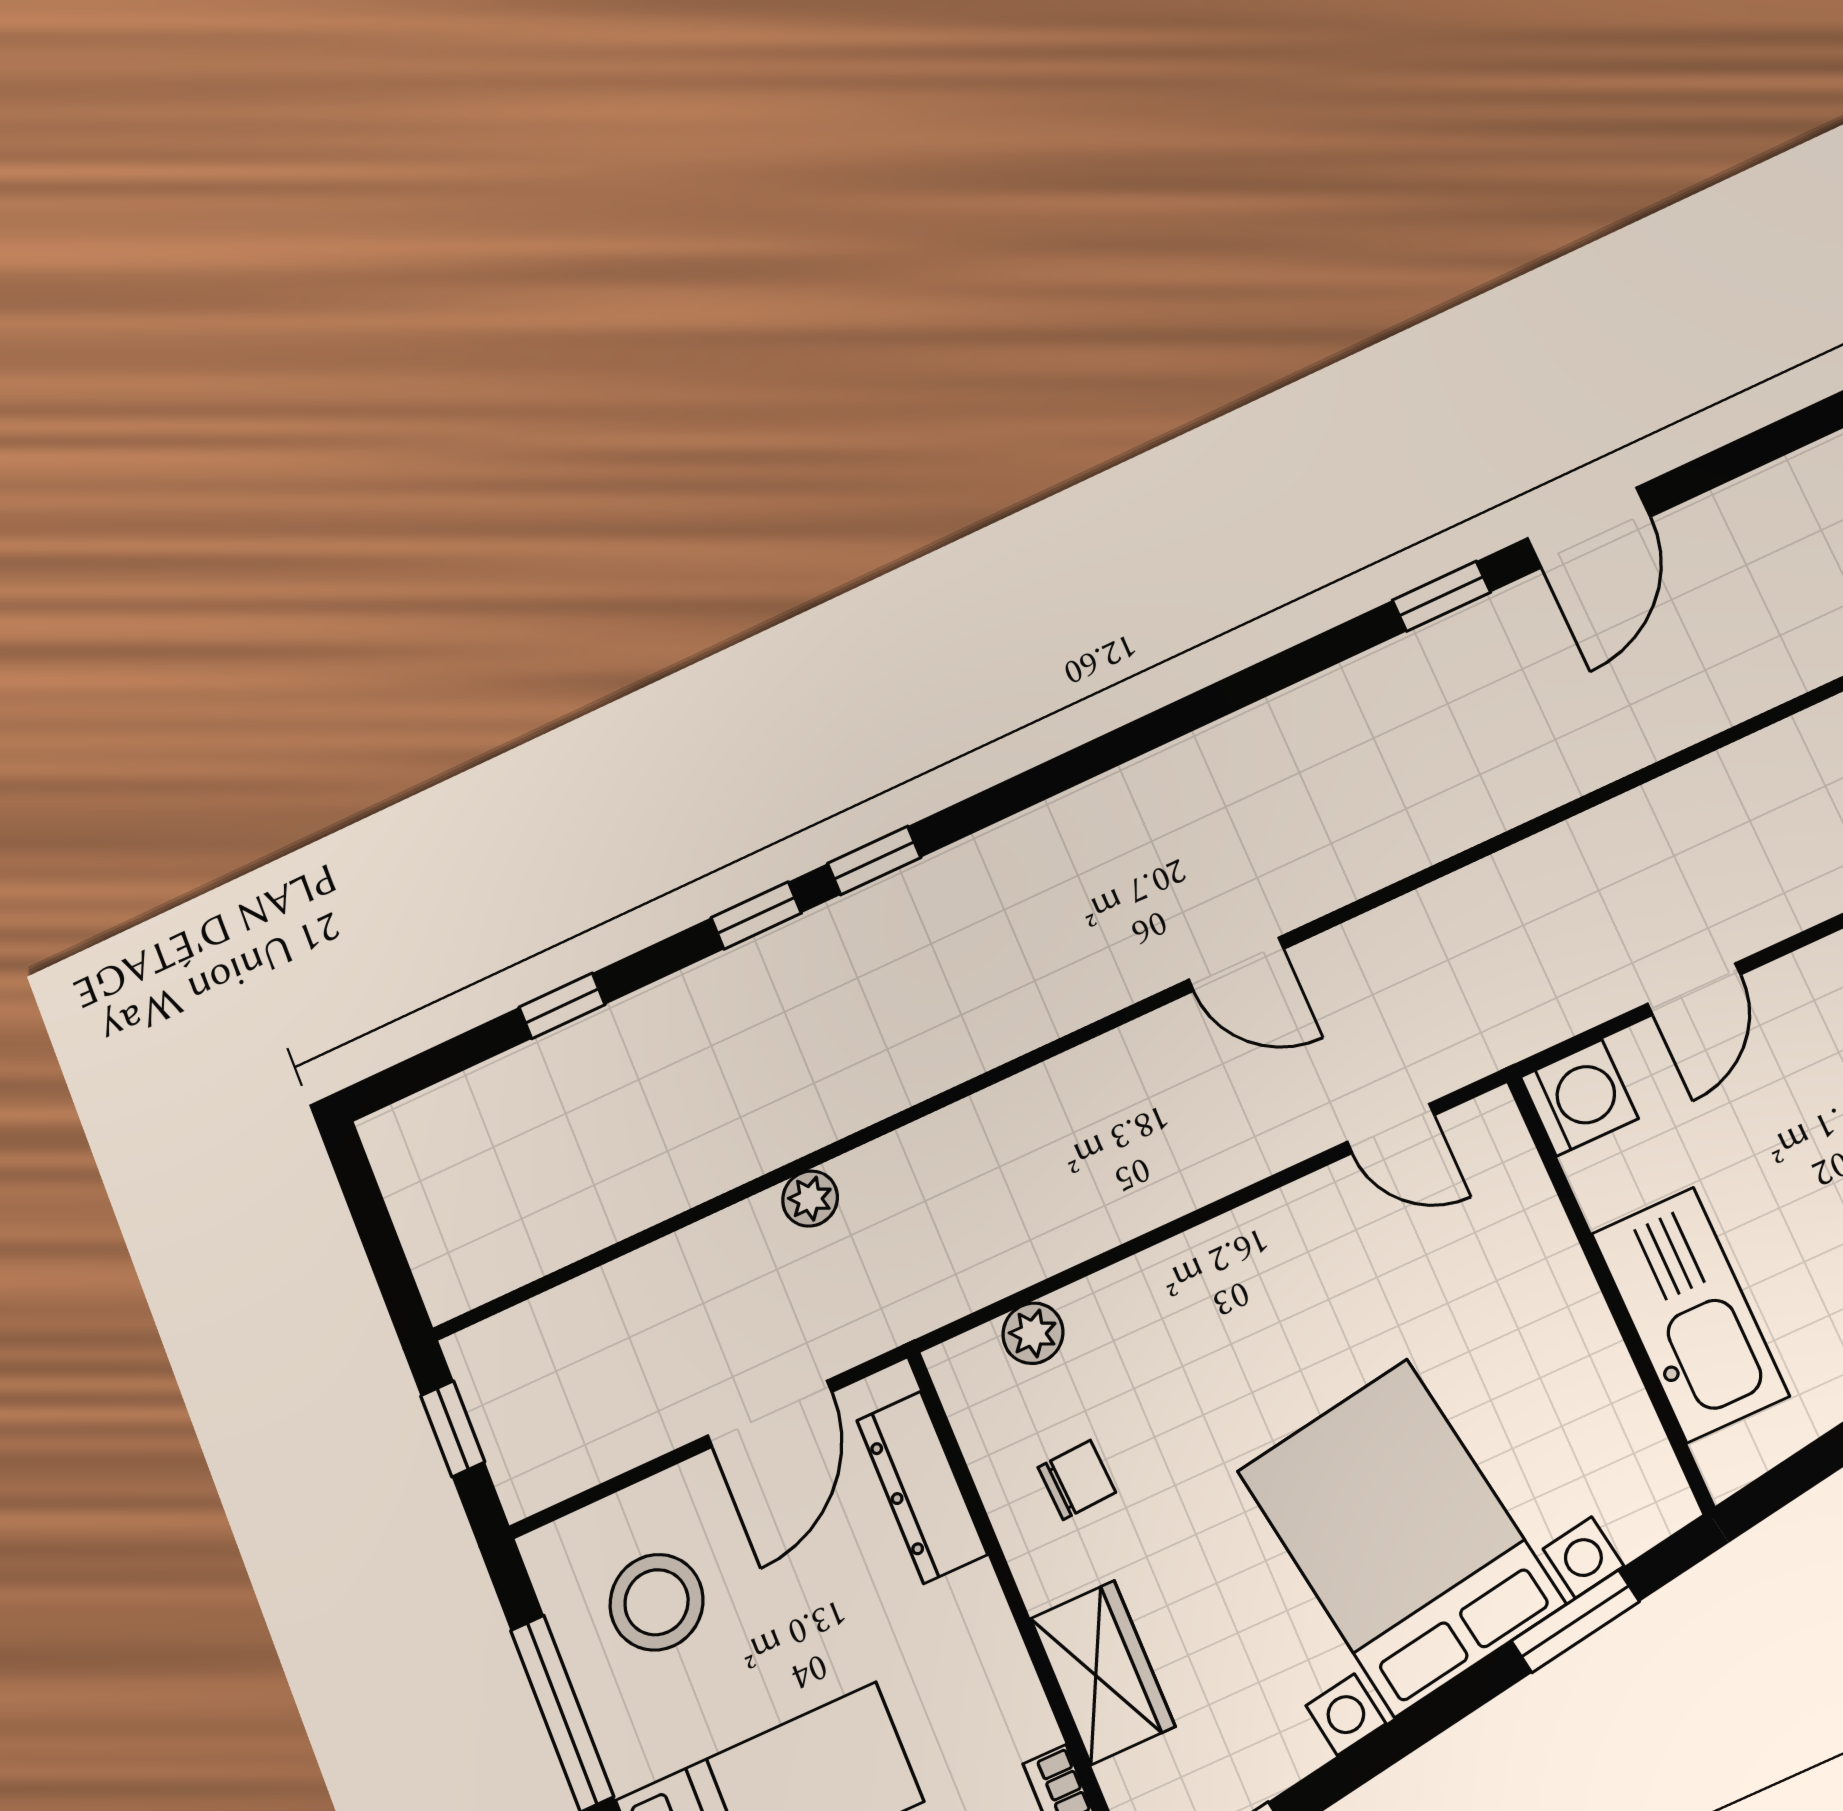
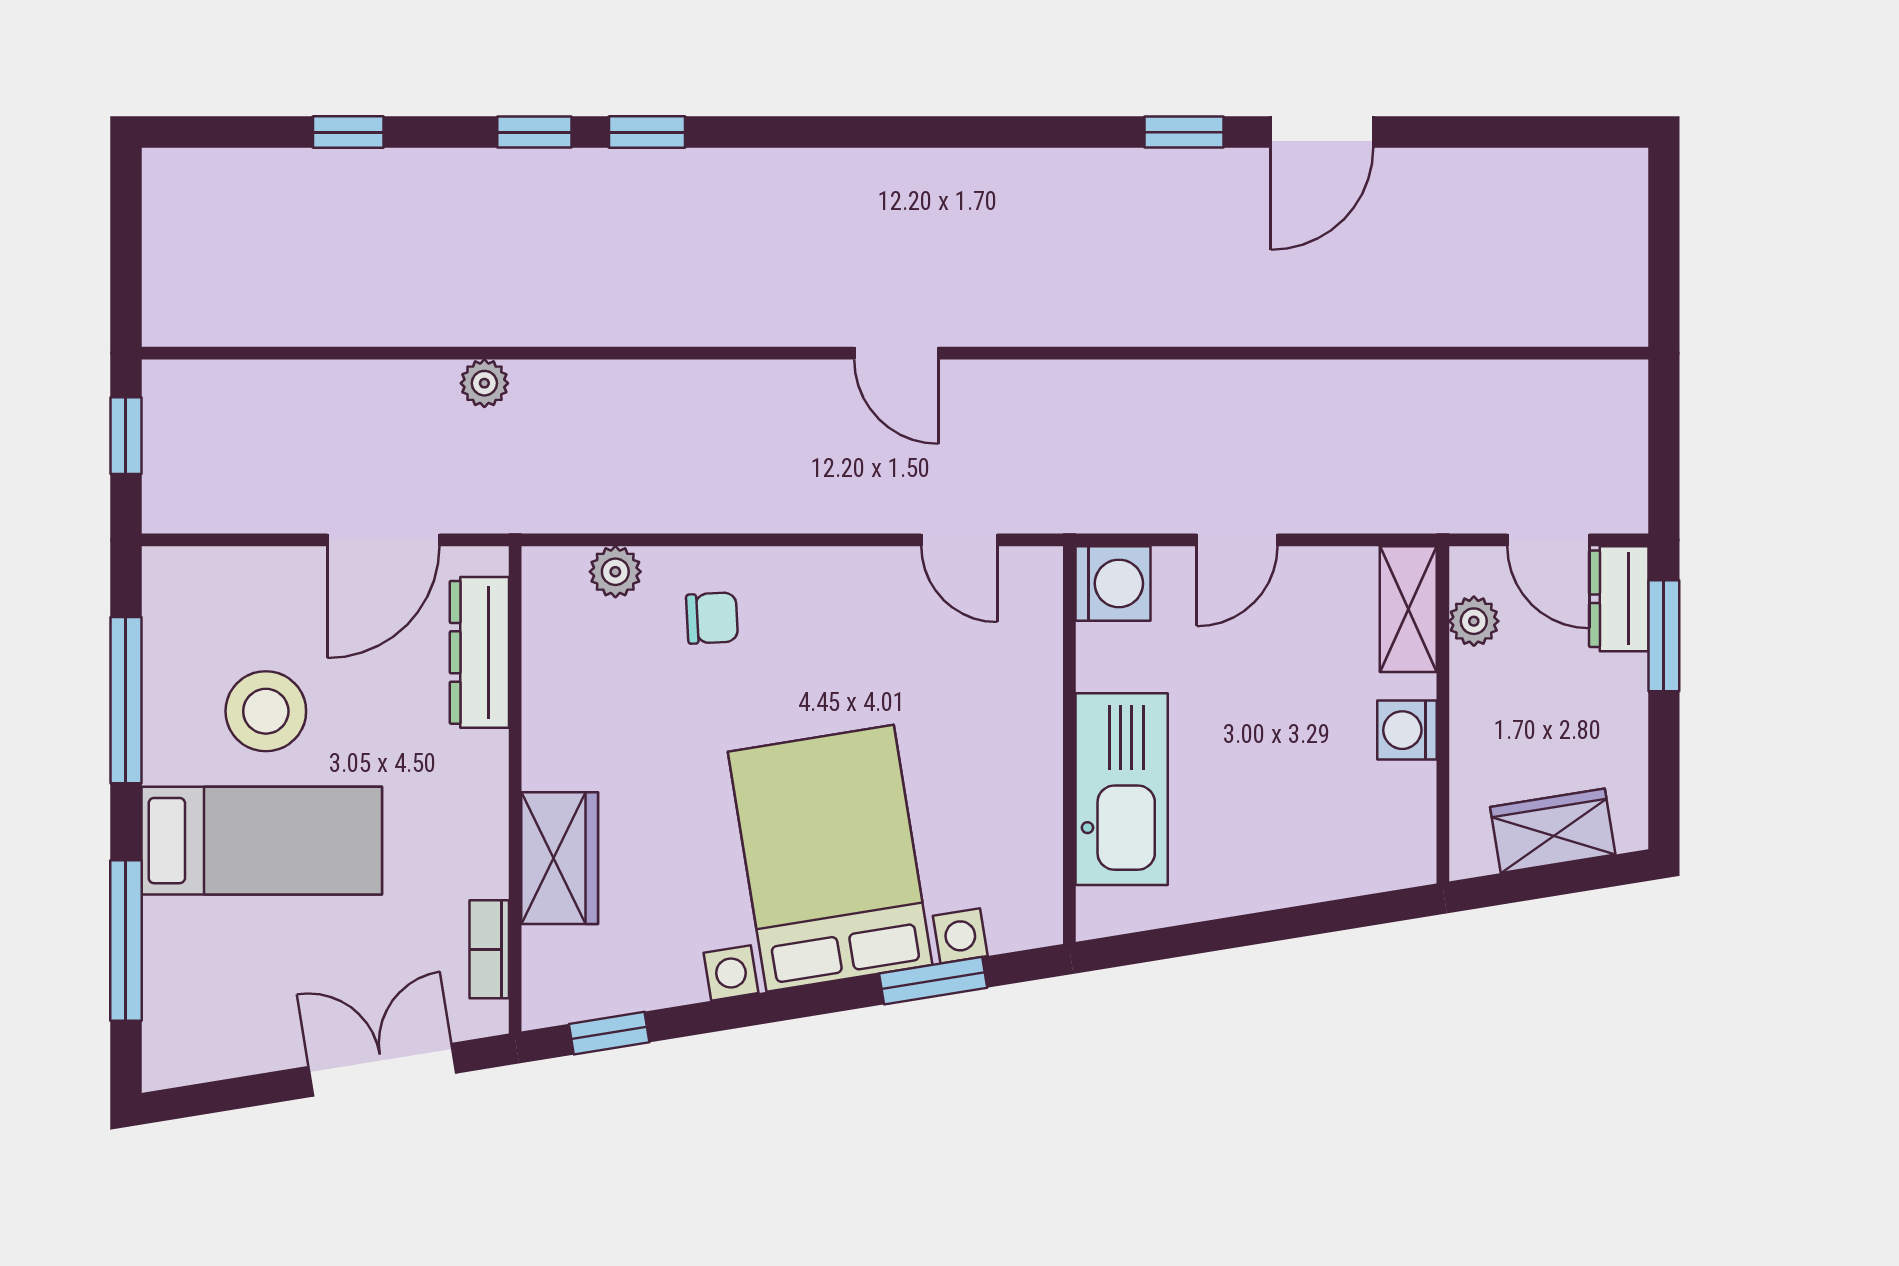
chair: (1077, 1480) -> (712, 618), moved
stool: (656, 1602) -> (266, 711), moved

